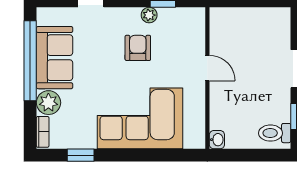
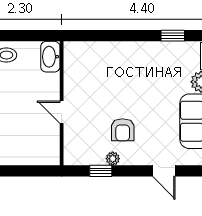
corner sofa: (140, 118) -> (121, 68), removed
washbasin: (217, 140) -> (50, 57), width x1.91, depth x1.45

